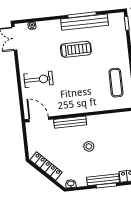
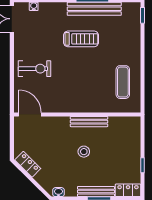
bench: (70, 122) -> (89, 122), moved
locker: (46, 166) -> (28, 164), width x0.66

